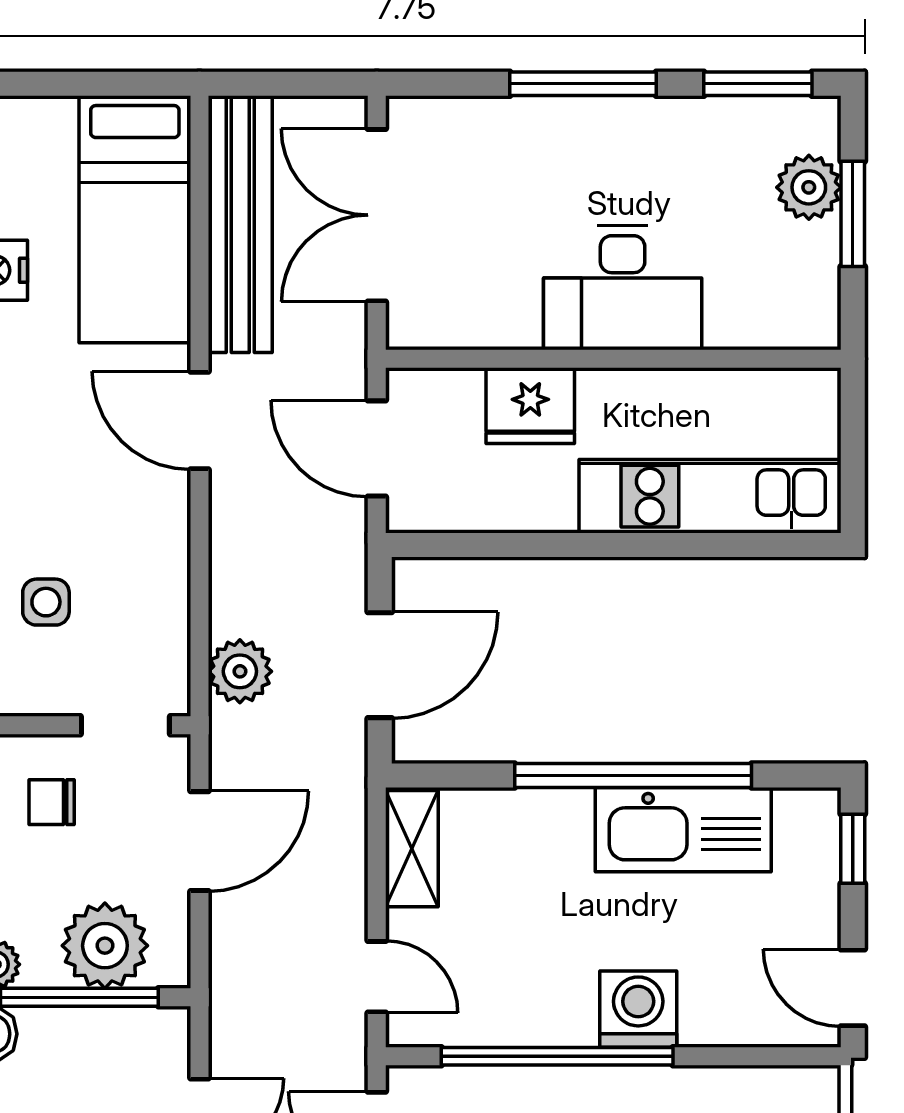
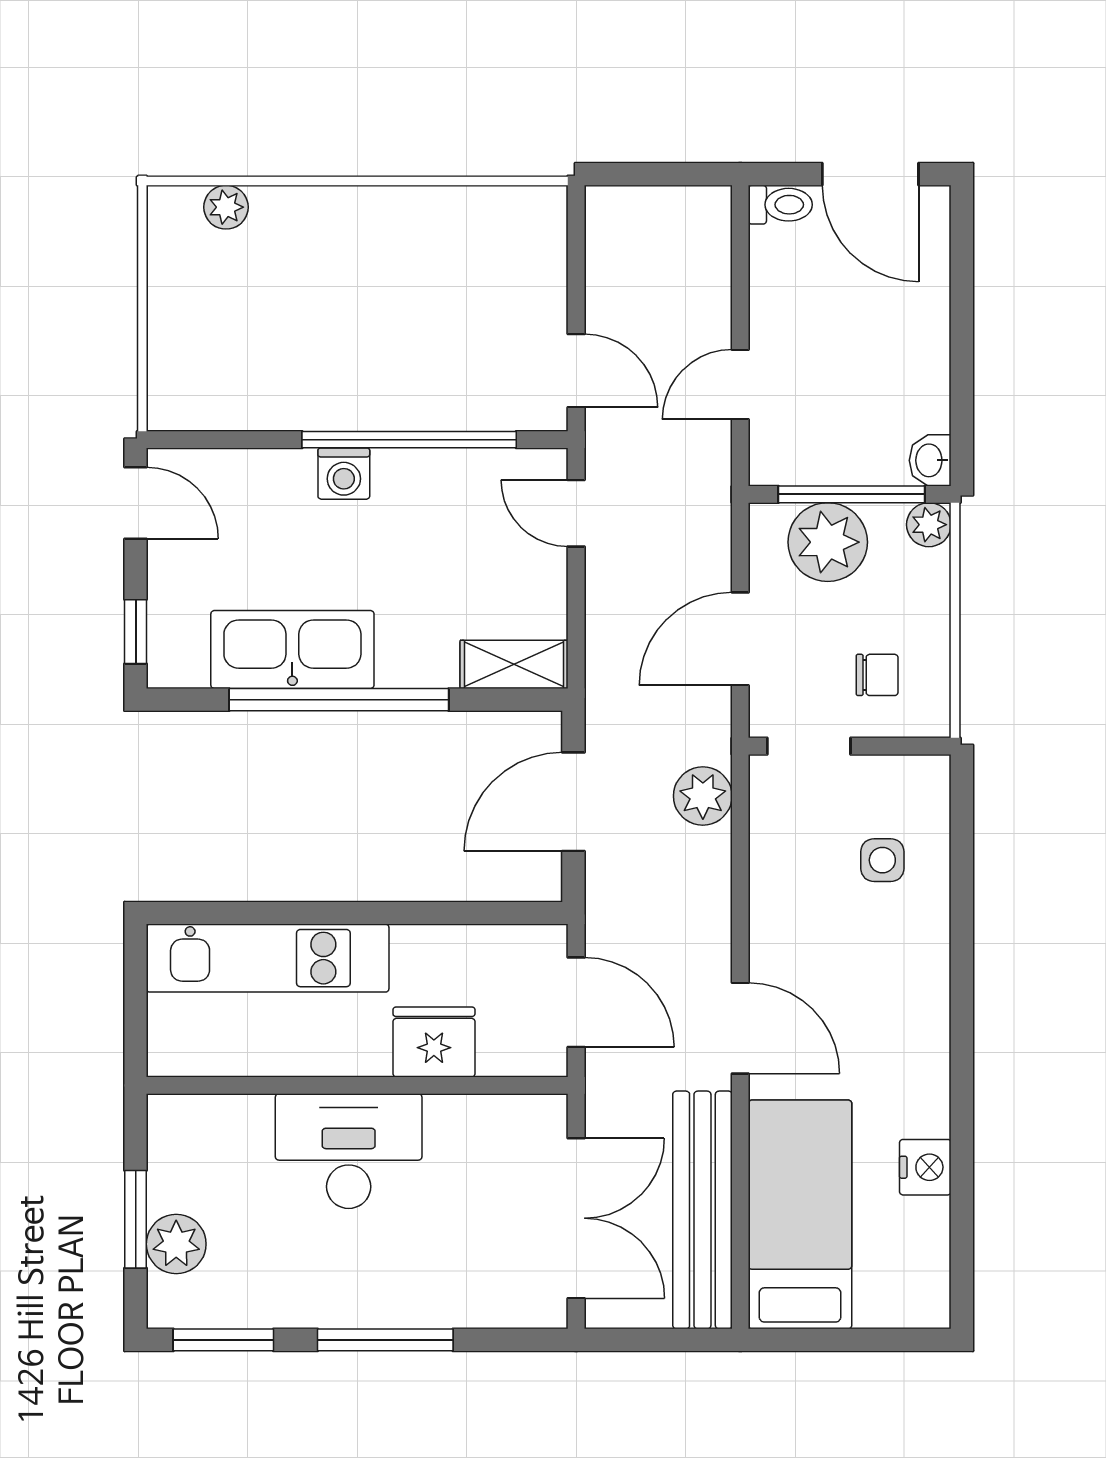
shelving: (412, 849) -> (514, 664), moved, turned 90
washing machine: (638, 1009) -> (344, 474), width x0.73, depth x0.73

